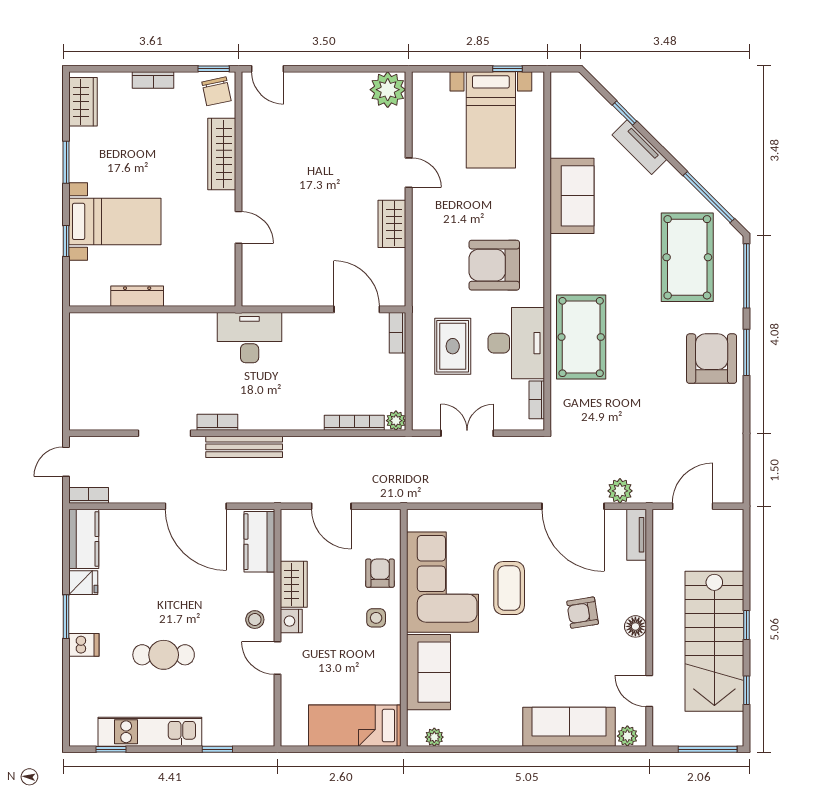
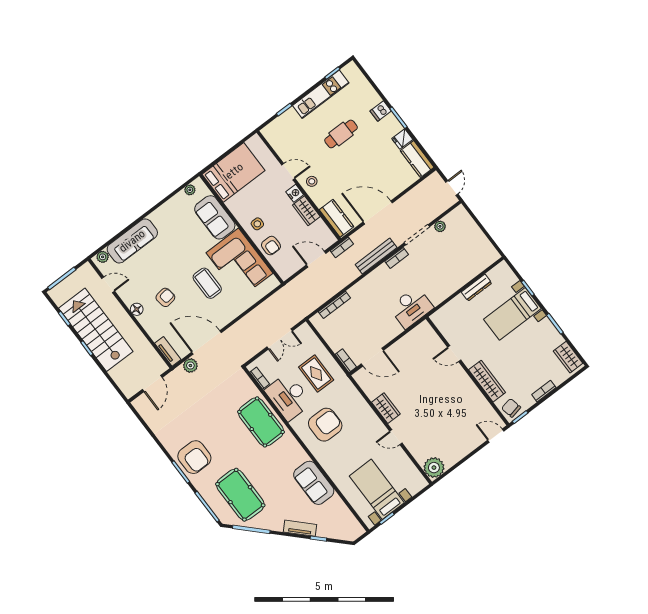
plant: (396, 421) -> (440, 226), moved
bookcase: (89, 495) -> (342, 247), moved
bed: (355, 726) -> (233, 172), width x1.50

